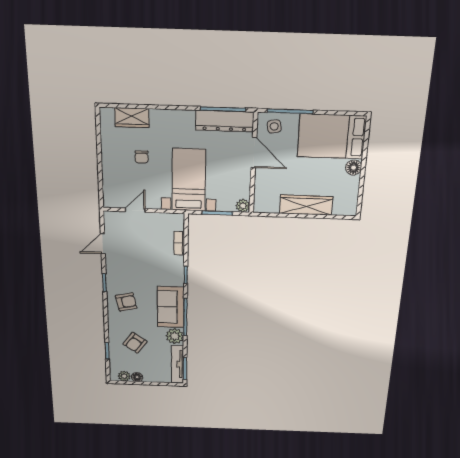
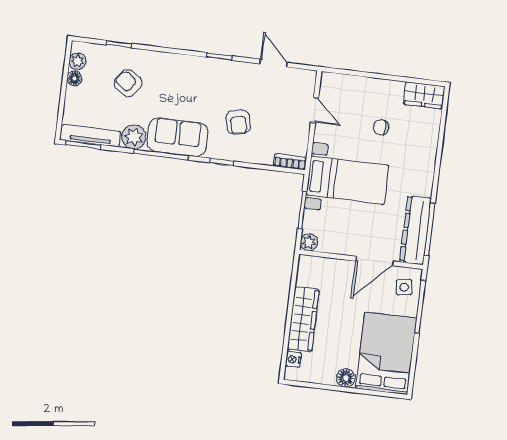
wardrobe: (132, 118) -> (424, 95), moved, turned -90
nightstand: (339, 210) -> (293, 359), added
bookcase: (179, 243) -> (290, 162), moved
armchair: (126, 302) -> (238, 122), moved

